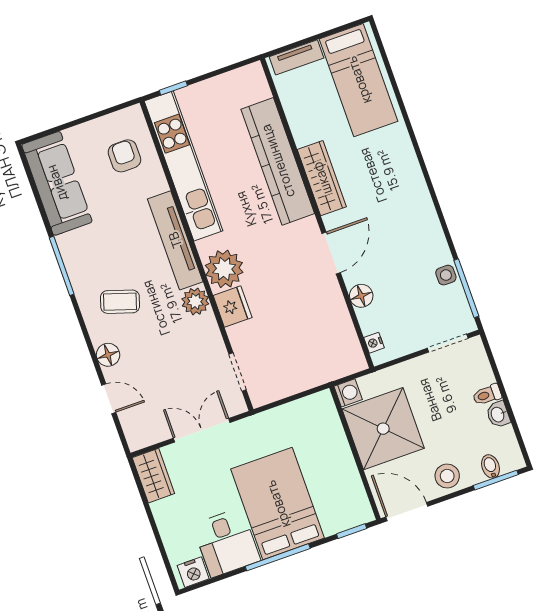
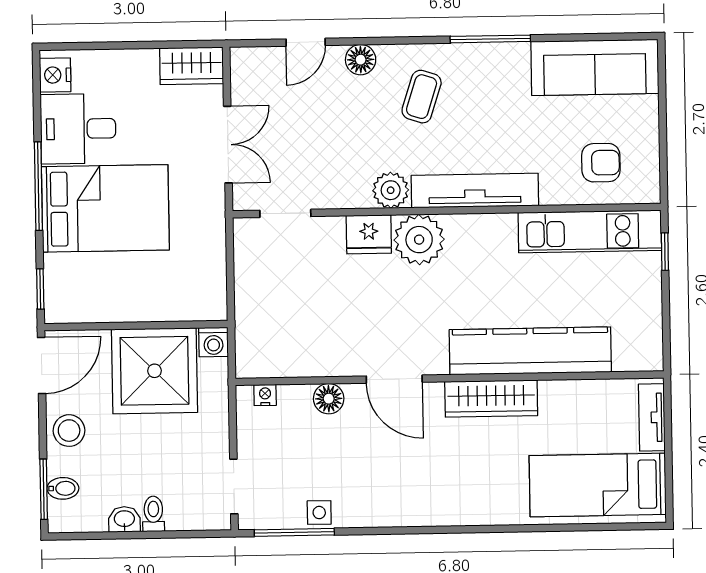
kitchen unit: (184, 166) -> (590, 231), width x0.73

